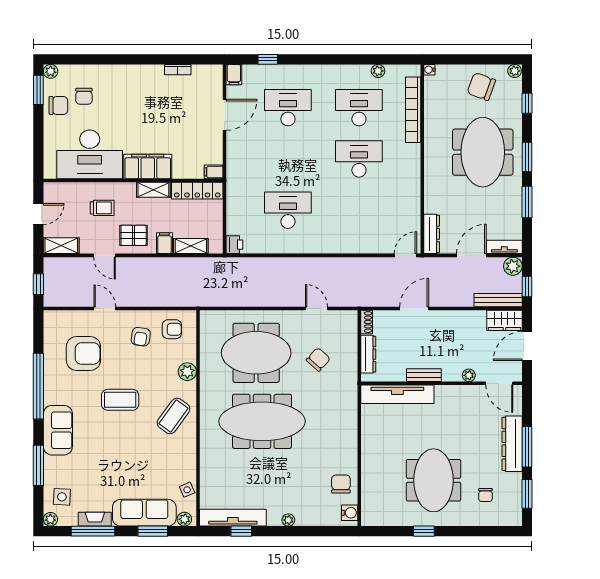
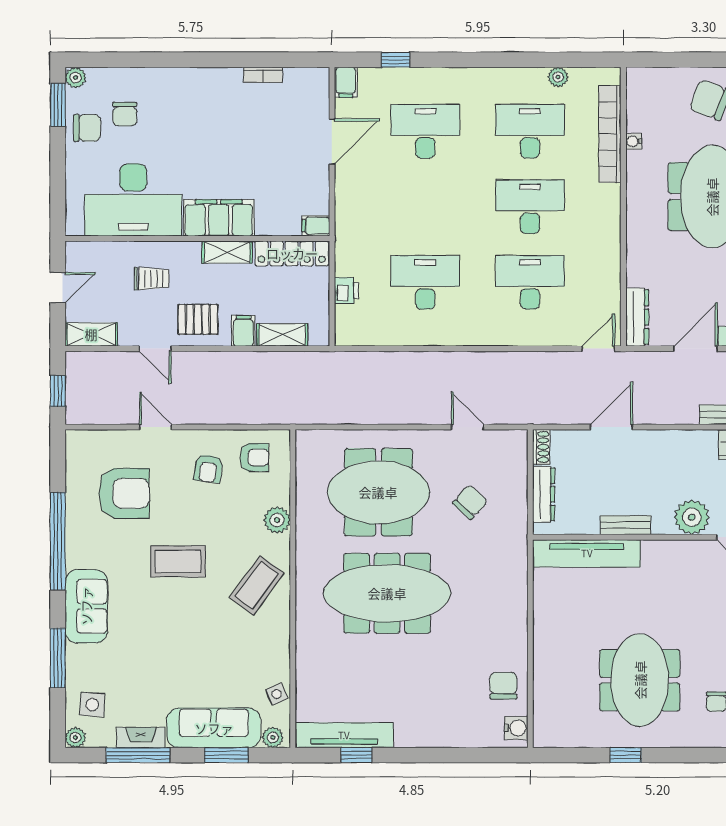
water cooler: (429, 70) -> (634, 141), moved
desk: (359, 210) -> (530, 282), added
printer: (234, 245) -> (347, 291), moved
plant: (469, 375) -> (692, 517), width x1.88, depth x1.88
plant: (288, 520) -> (426, 739), removed

